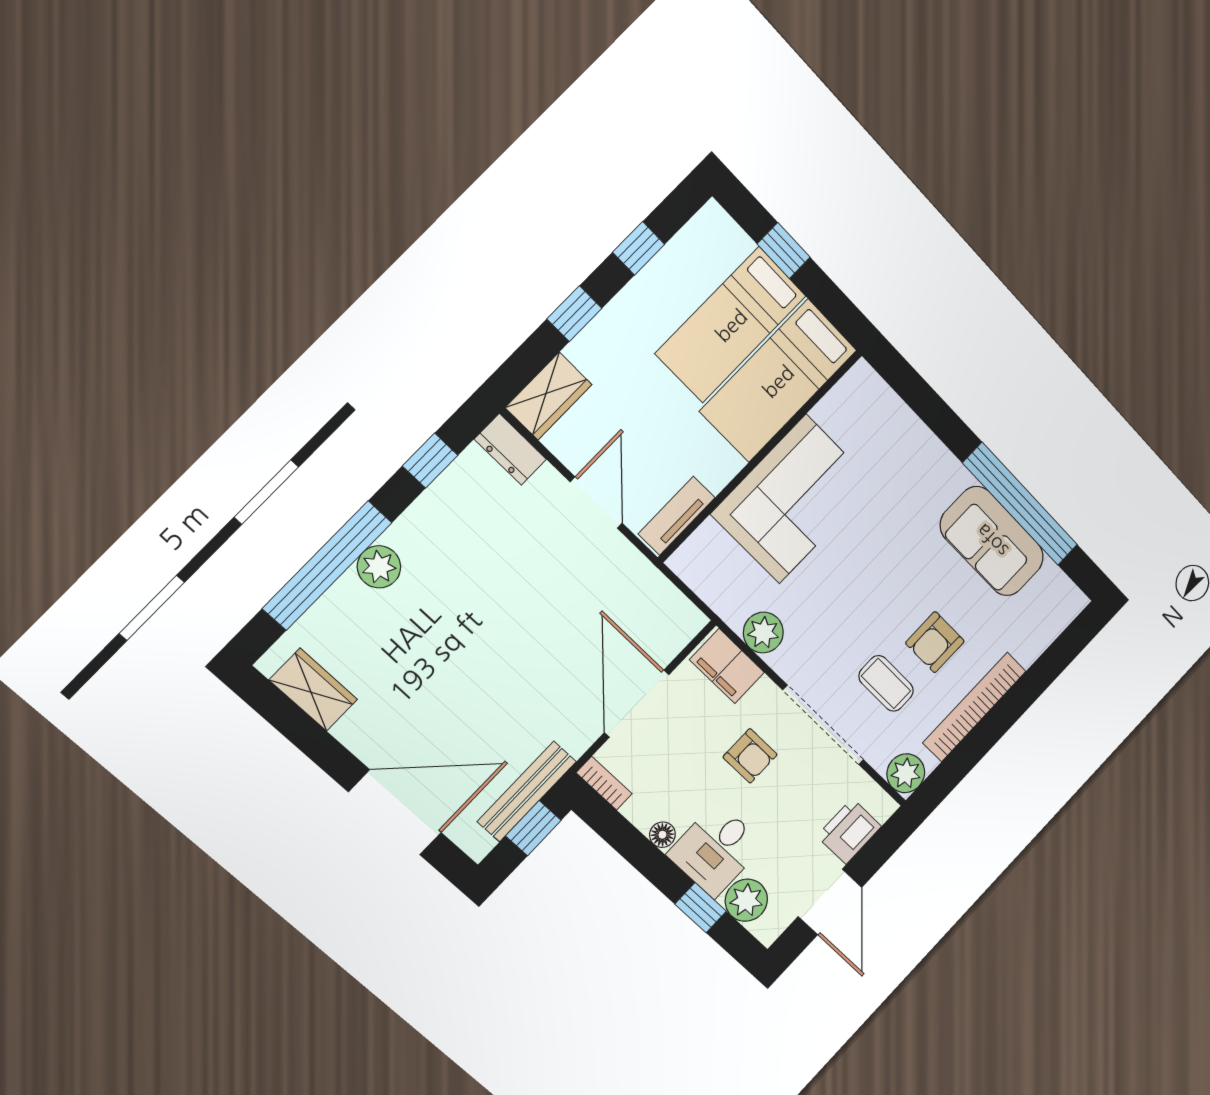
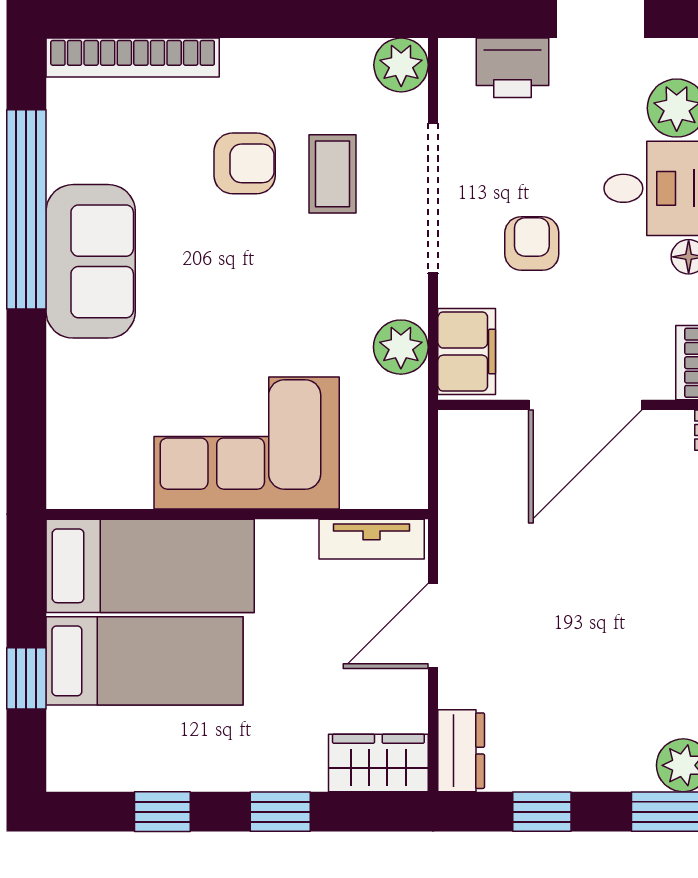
sofa: (992, 541) -> (91, 261), moved
bookcase: (974, 707) -> (133, 58), moved

